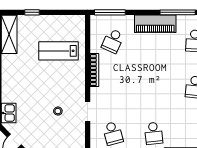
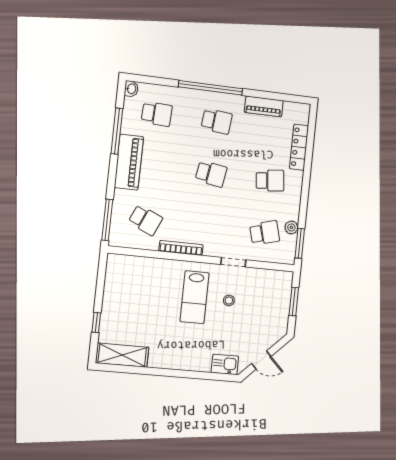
lab bench: (59, 51) -> (195, 297), moved
school desk: (154, 87) -> (211, 174), added

